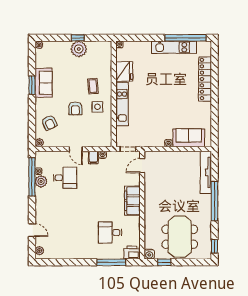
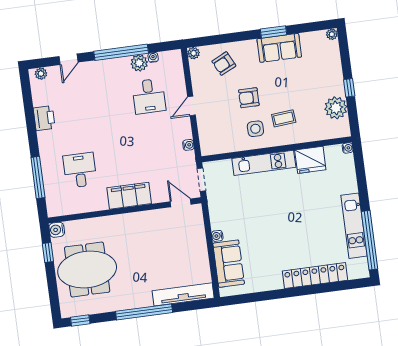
plant: (79, 49) -> (336, 108), moved
filing cabinet: (93, 157) -> (183, 132), removed
window: (32, 177) -> (121, 52), moved
printer: (132, 253) -> (44, 118), moved

